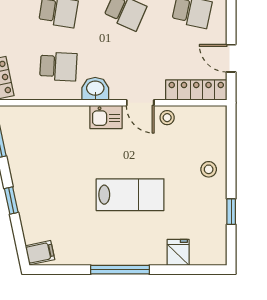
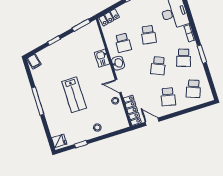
door: (231, 58) -> (152, 122), hinge flipped
door: (140, 103) -> (118, 86), hinge flipped
kitchen sink: (106, 117) -> (102, 58), moved
fridge: (178, 252) -> (59, 141), moved

